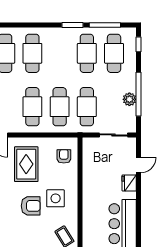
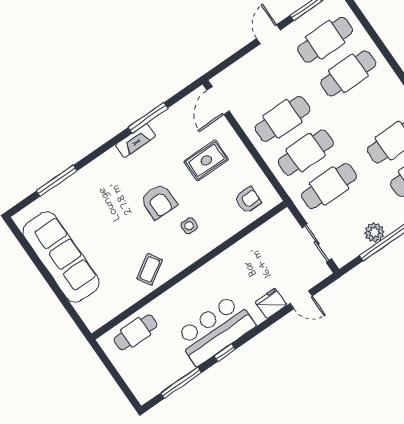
rug: (26, 164) -> (206, 160), width x0.73, depth x0.70
side table: (56, 198) -> (189, 226), width x0.54, depth x0.54
window: (139, 227) -> (225, 353), added

